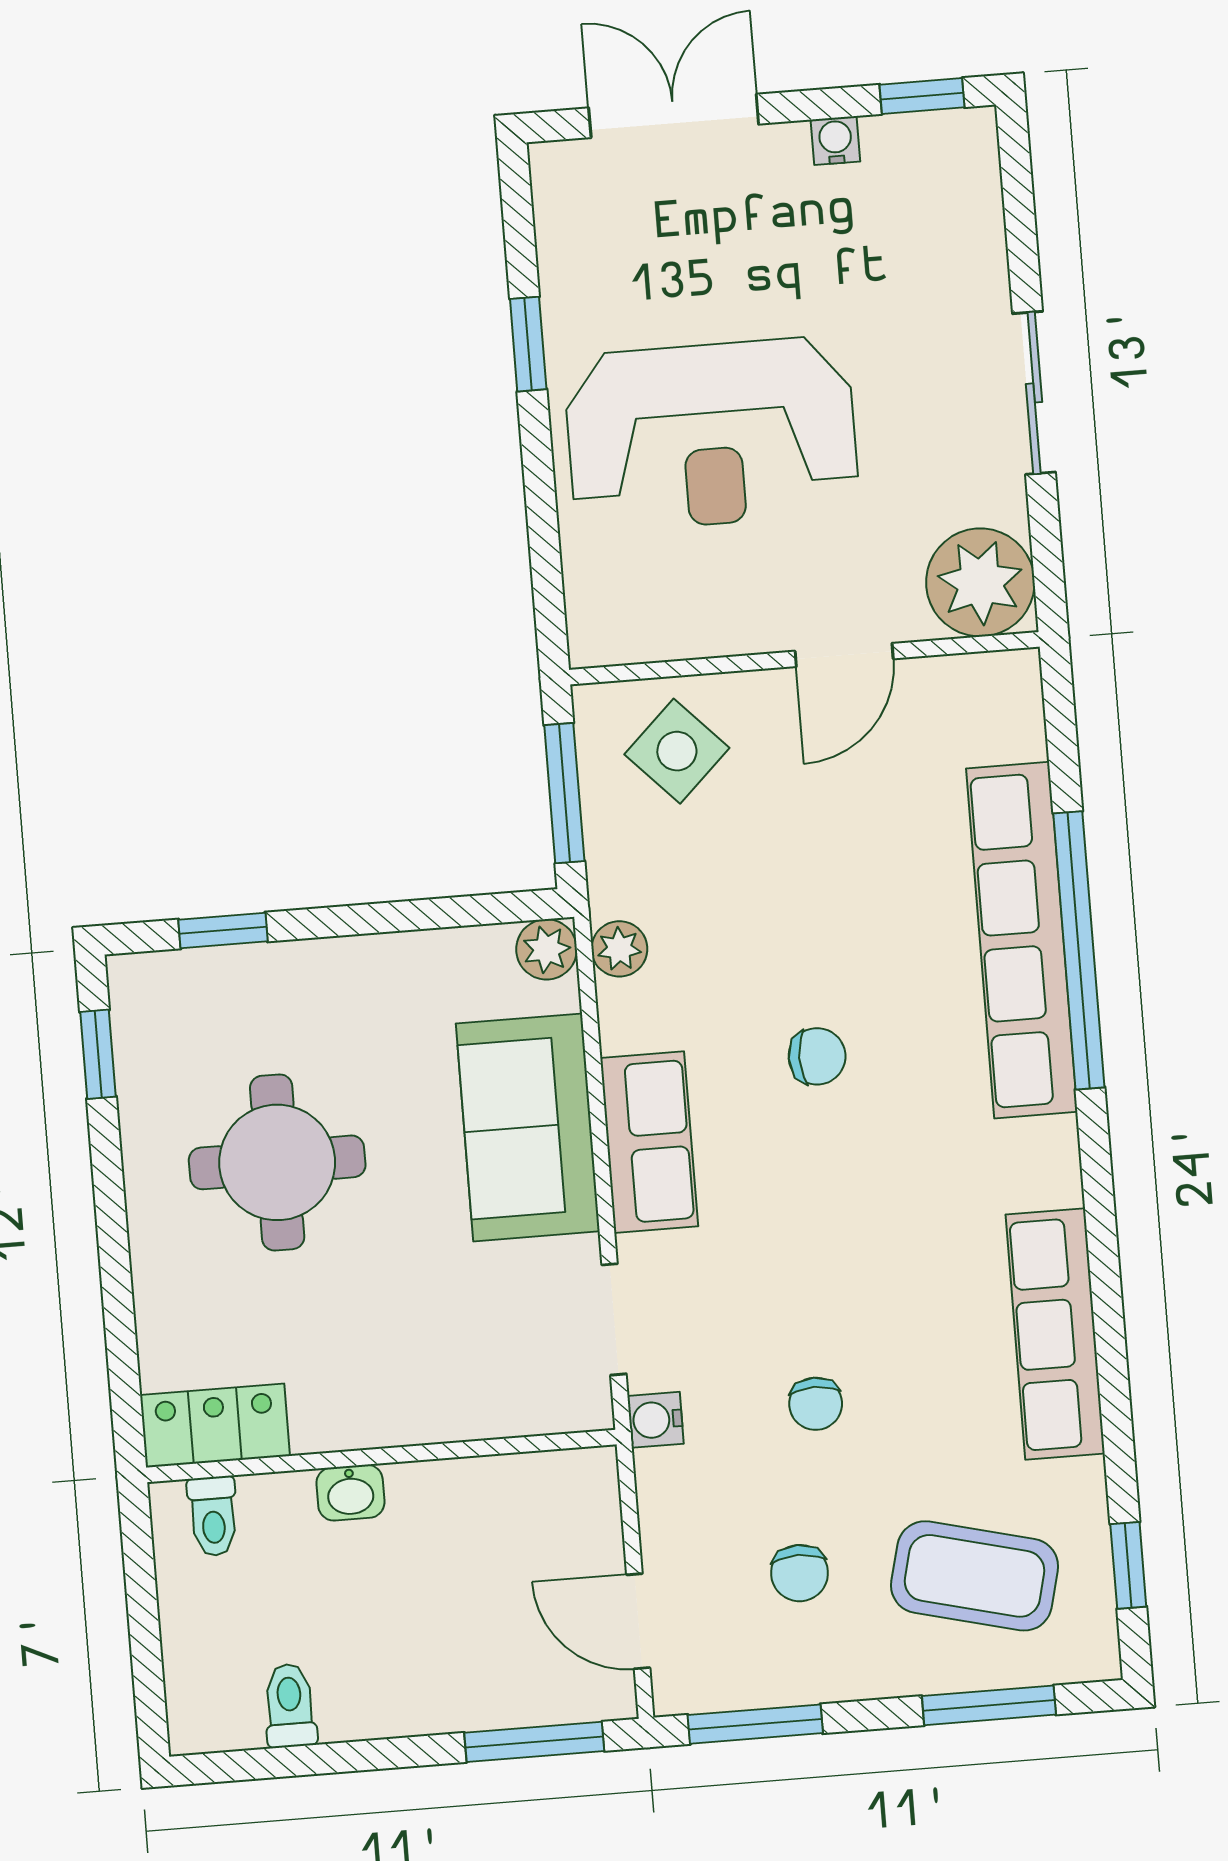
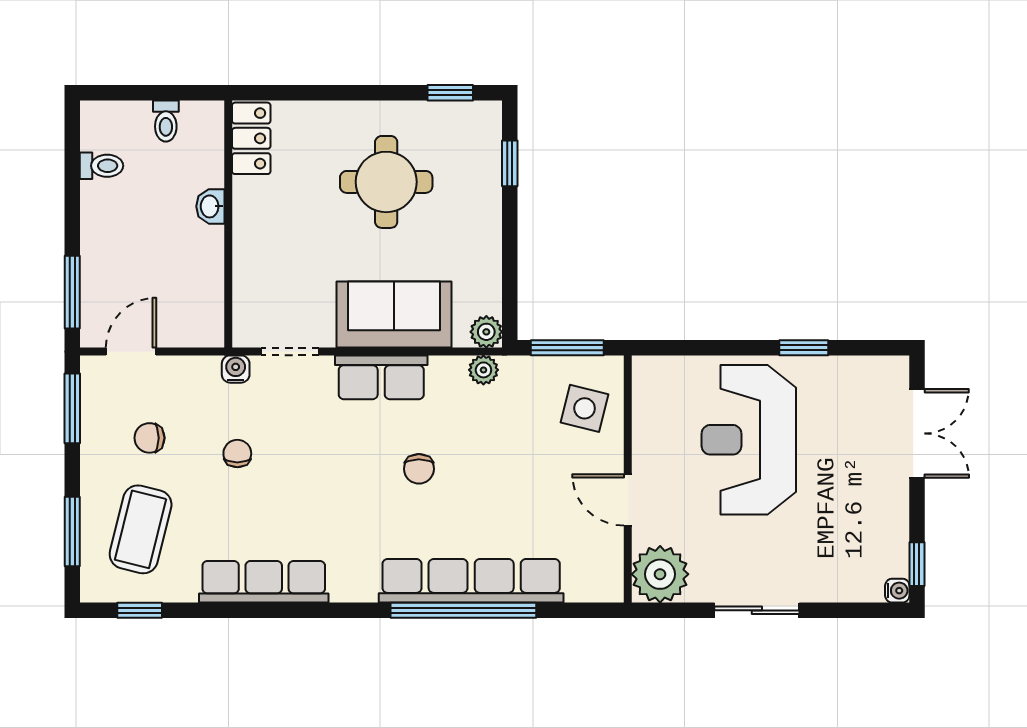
water cooler: (835, 141) -> (897, 591), moved
side table: (677, 751) -> (585, 408), turned -32
chair: (816, 1404) -> (237, 453), turned 90
toilet: (213, 1516) -> (166, 121), moved, turned -90

